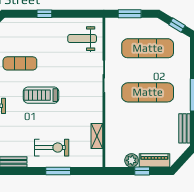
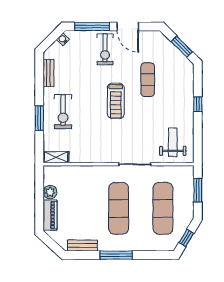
treadmill: (41, 95) -> (116, 101), turned 180
shelving: (97, 136) -> (56, 157), moved
window: (142, 171) -> (39, 203), removed

